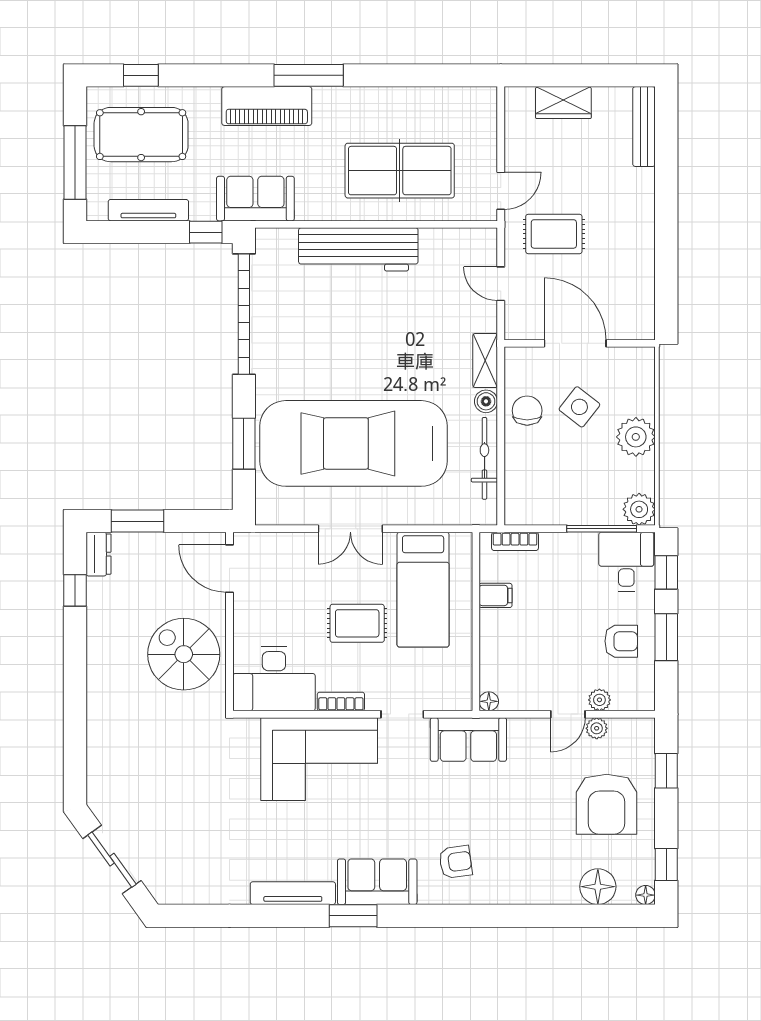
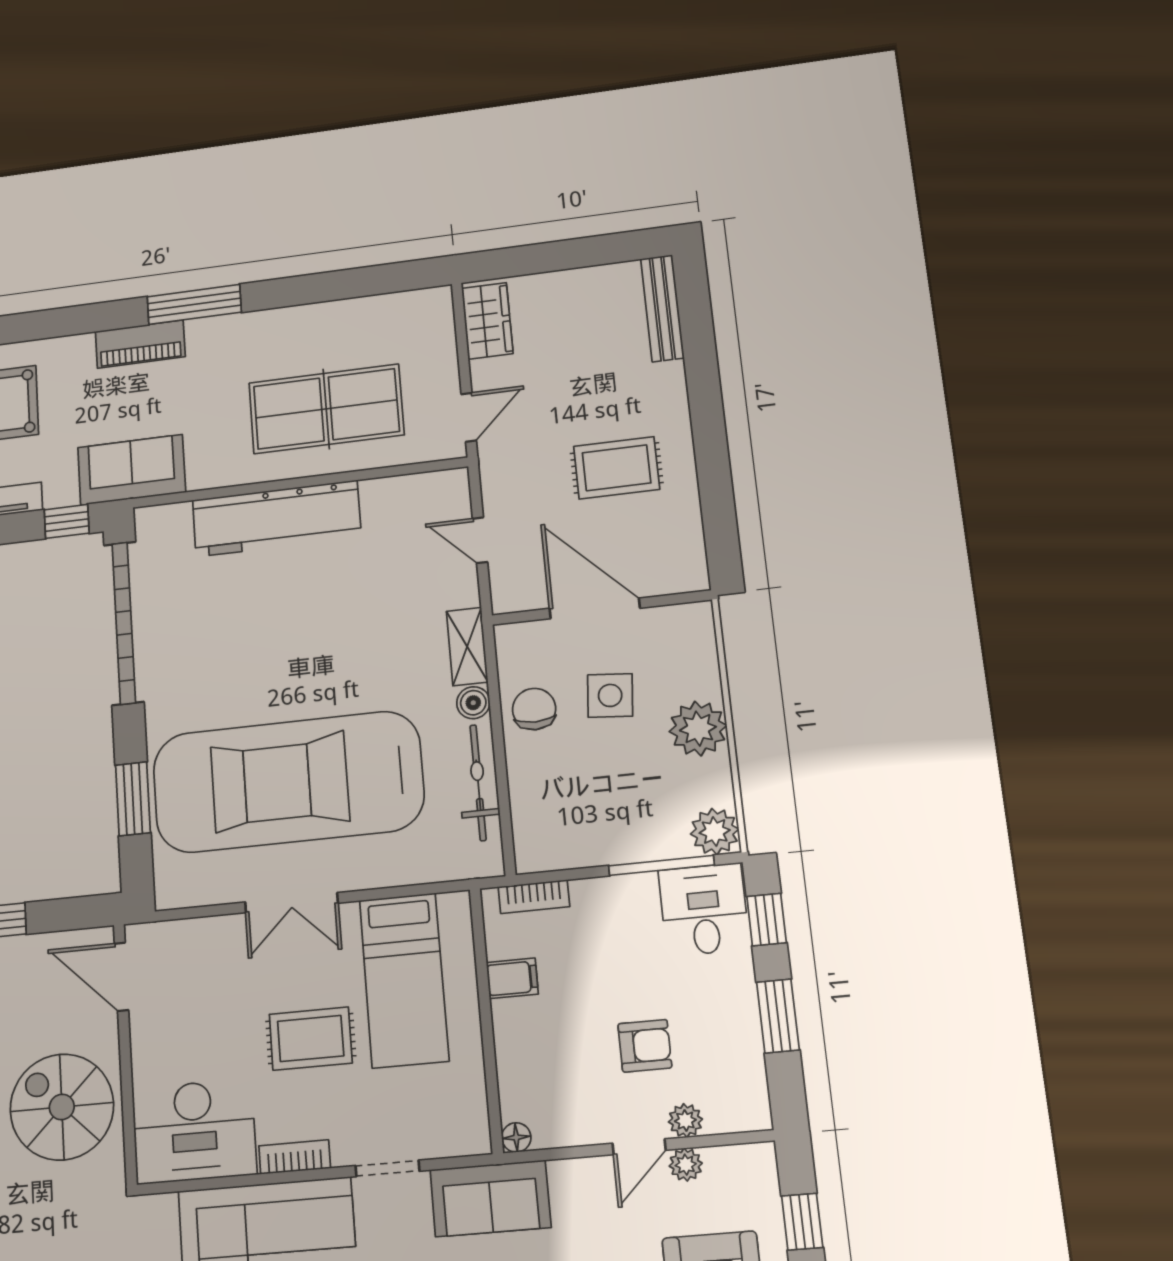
wardrobe: (563, 103) -> (487, 321), moved, turned -90
piano: (267, 106) -> (140, 344), width x0.73, depth x0.75
rug: (554, 234) -> (617, 468), moved
side table: (579, 407) -> (610, 695), turned -33
armchair: (621, 641) -> (645, 1046), moved

